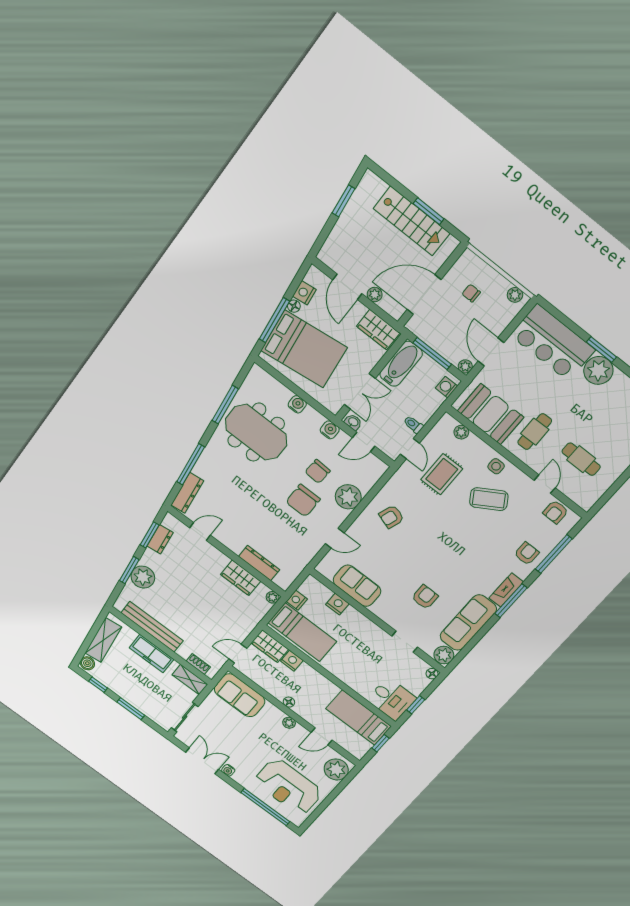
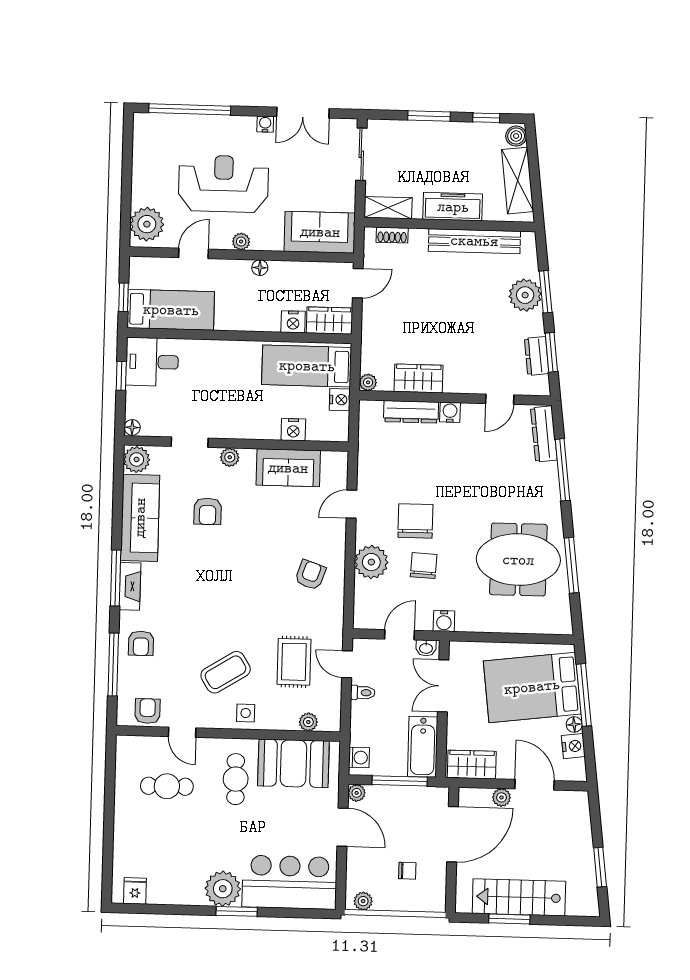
water cooler: (297, 404) -> (450, 412), moved, turned 180
plant: (387, 617) -> (230, 457), added
reception desk: (288, 787) -> (223, 184), moved

